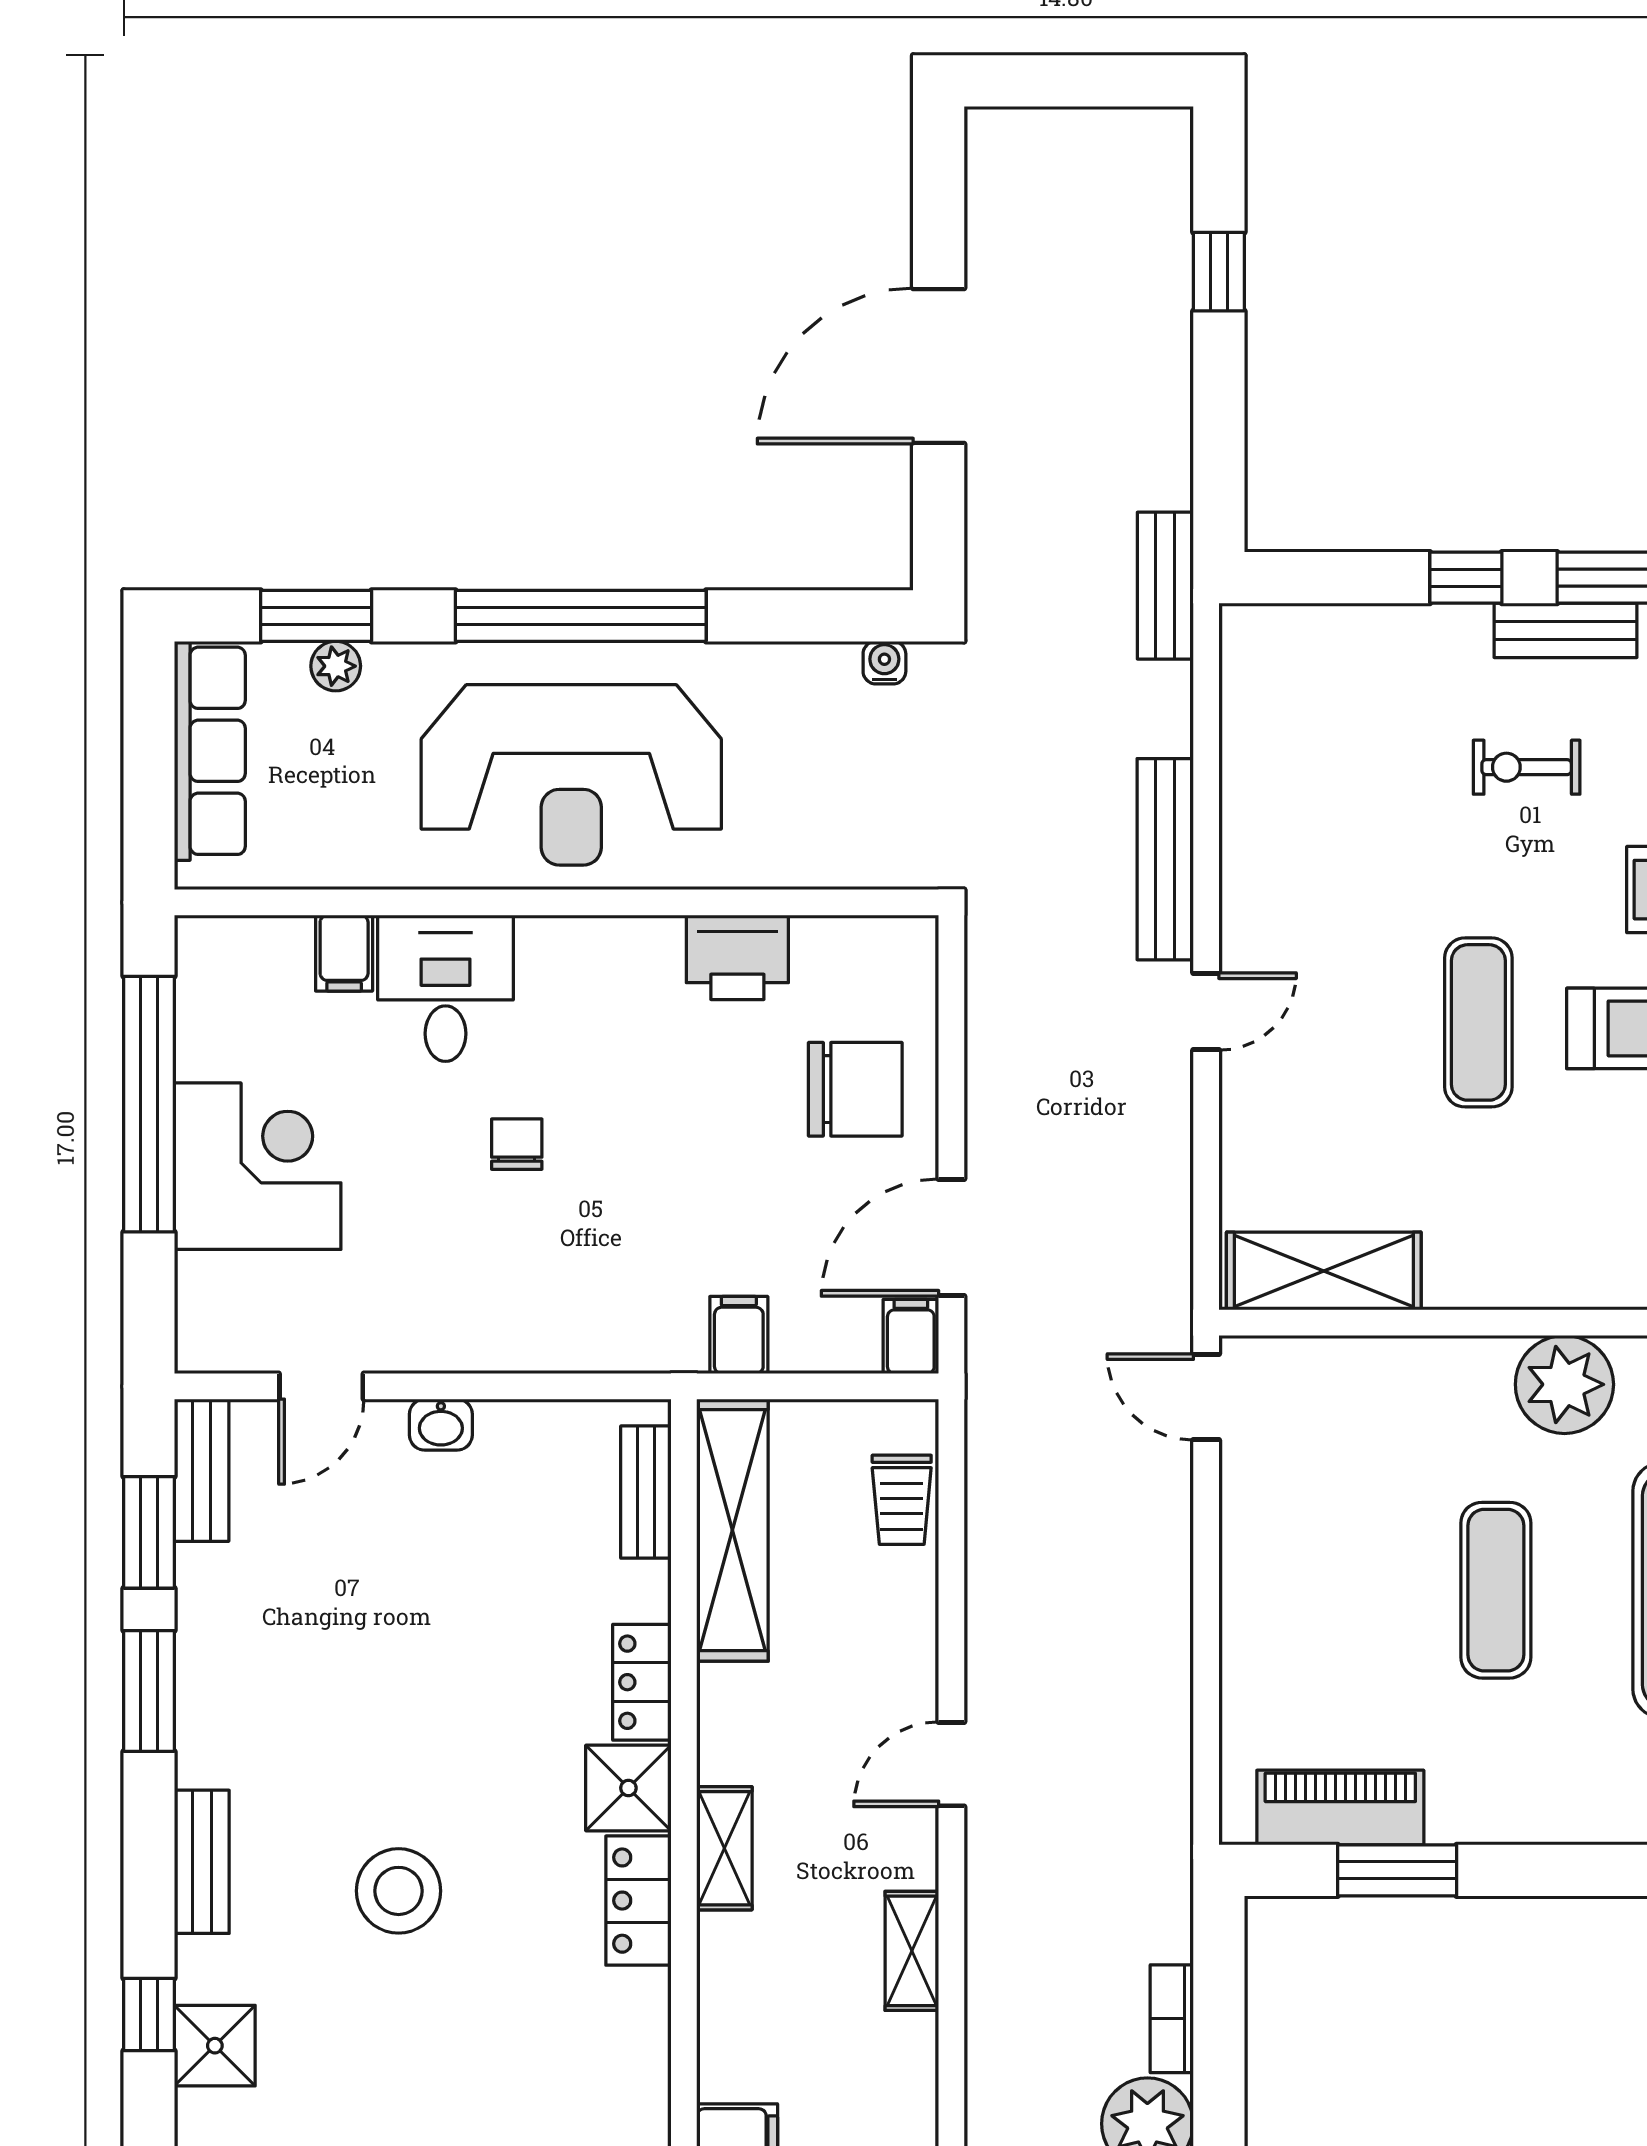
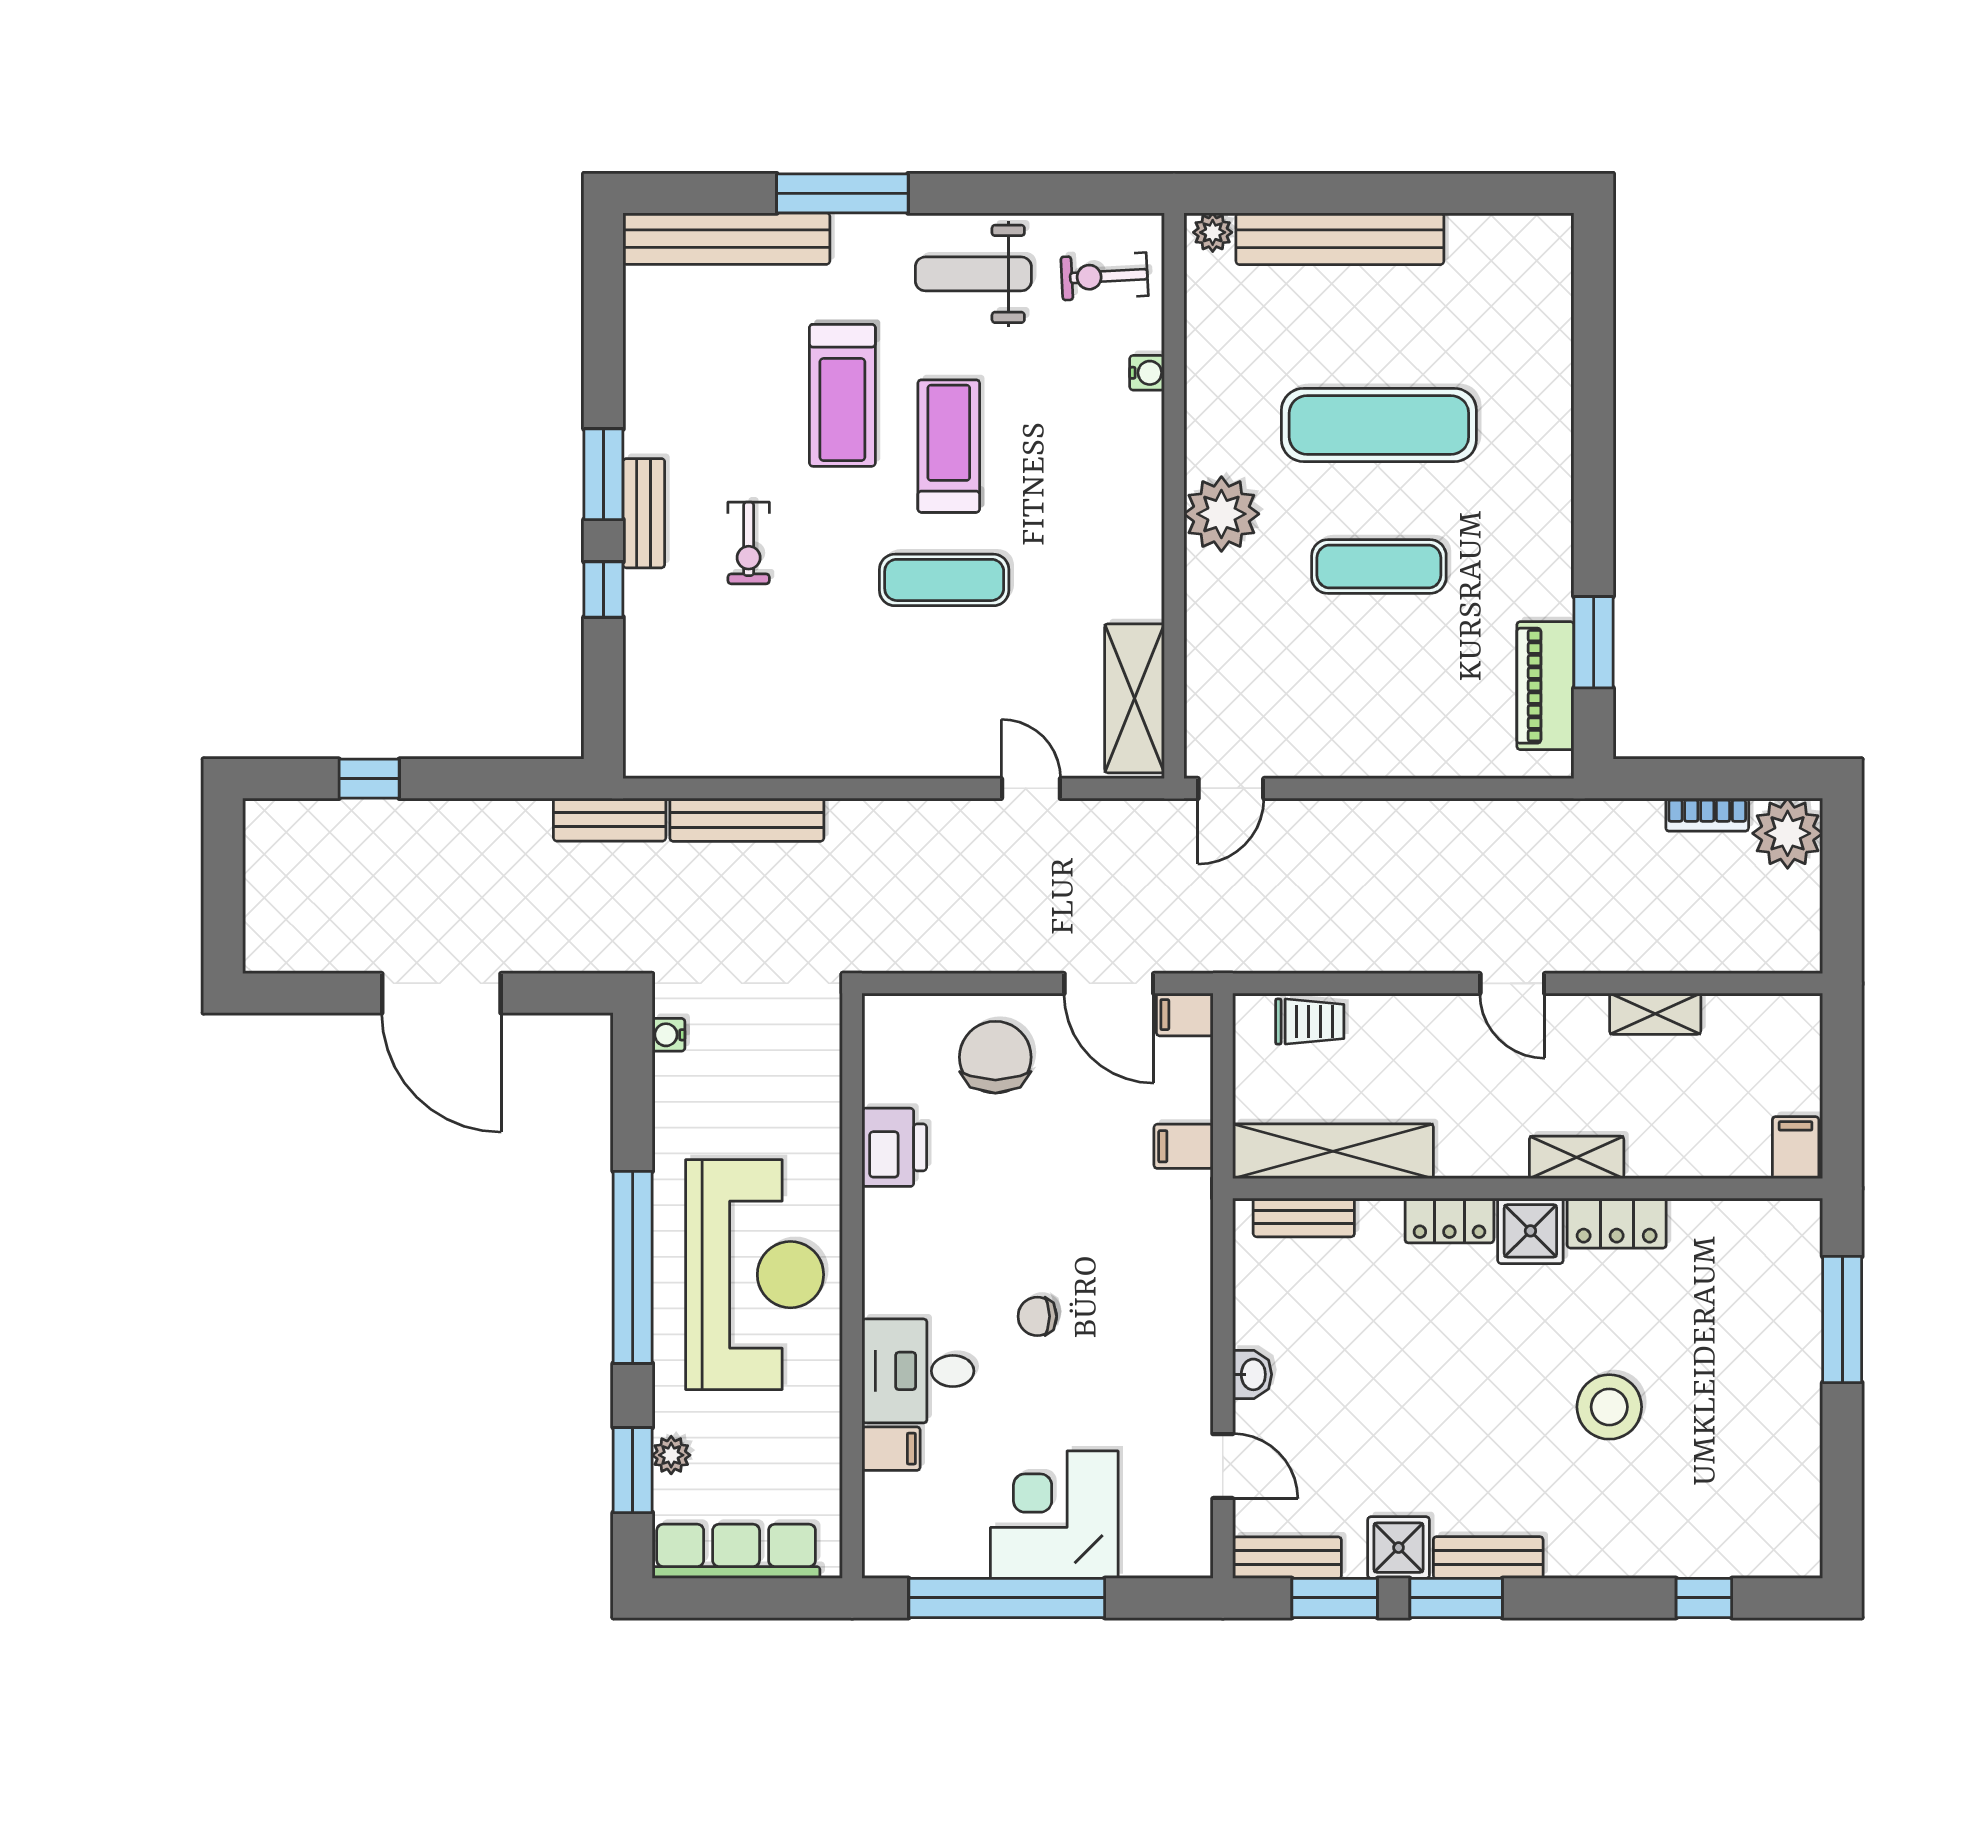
bench: (1165, 859) -> (747, 820), moved
door: (1206, 1012) -> (1031, 788), moved
bench: (202, 1862) -> (1488, 1558), moved
shower: (215, 2046) -> (1399, 1548), moved

